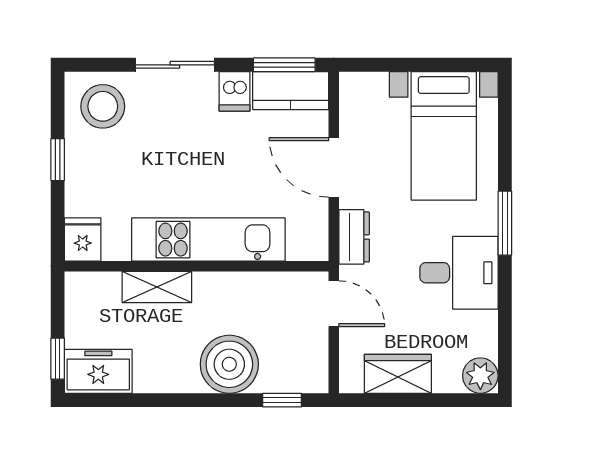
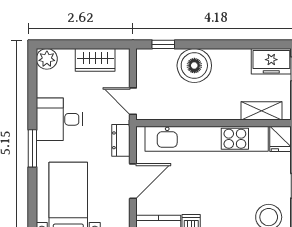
door: (334, 167) -> (133, 181), hinge flipped
kitchen unit: (208, 240) -> (207, 139), width x1.36
shelving: (157, 287) -> (261, 111), moved

